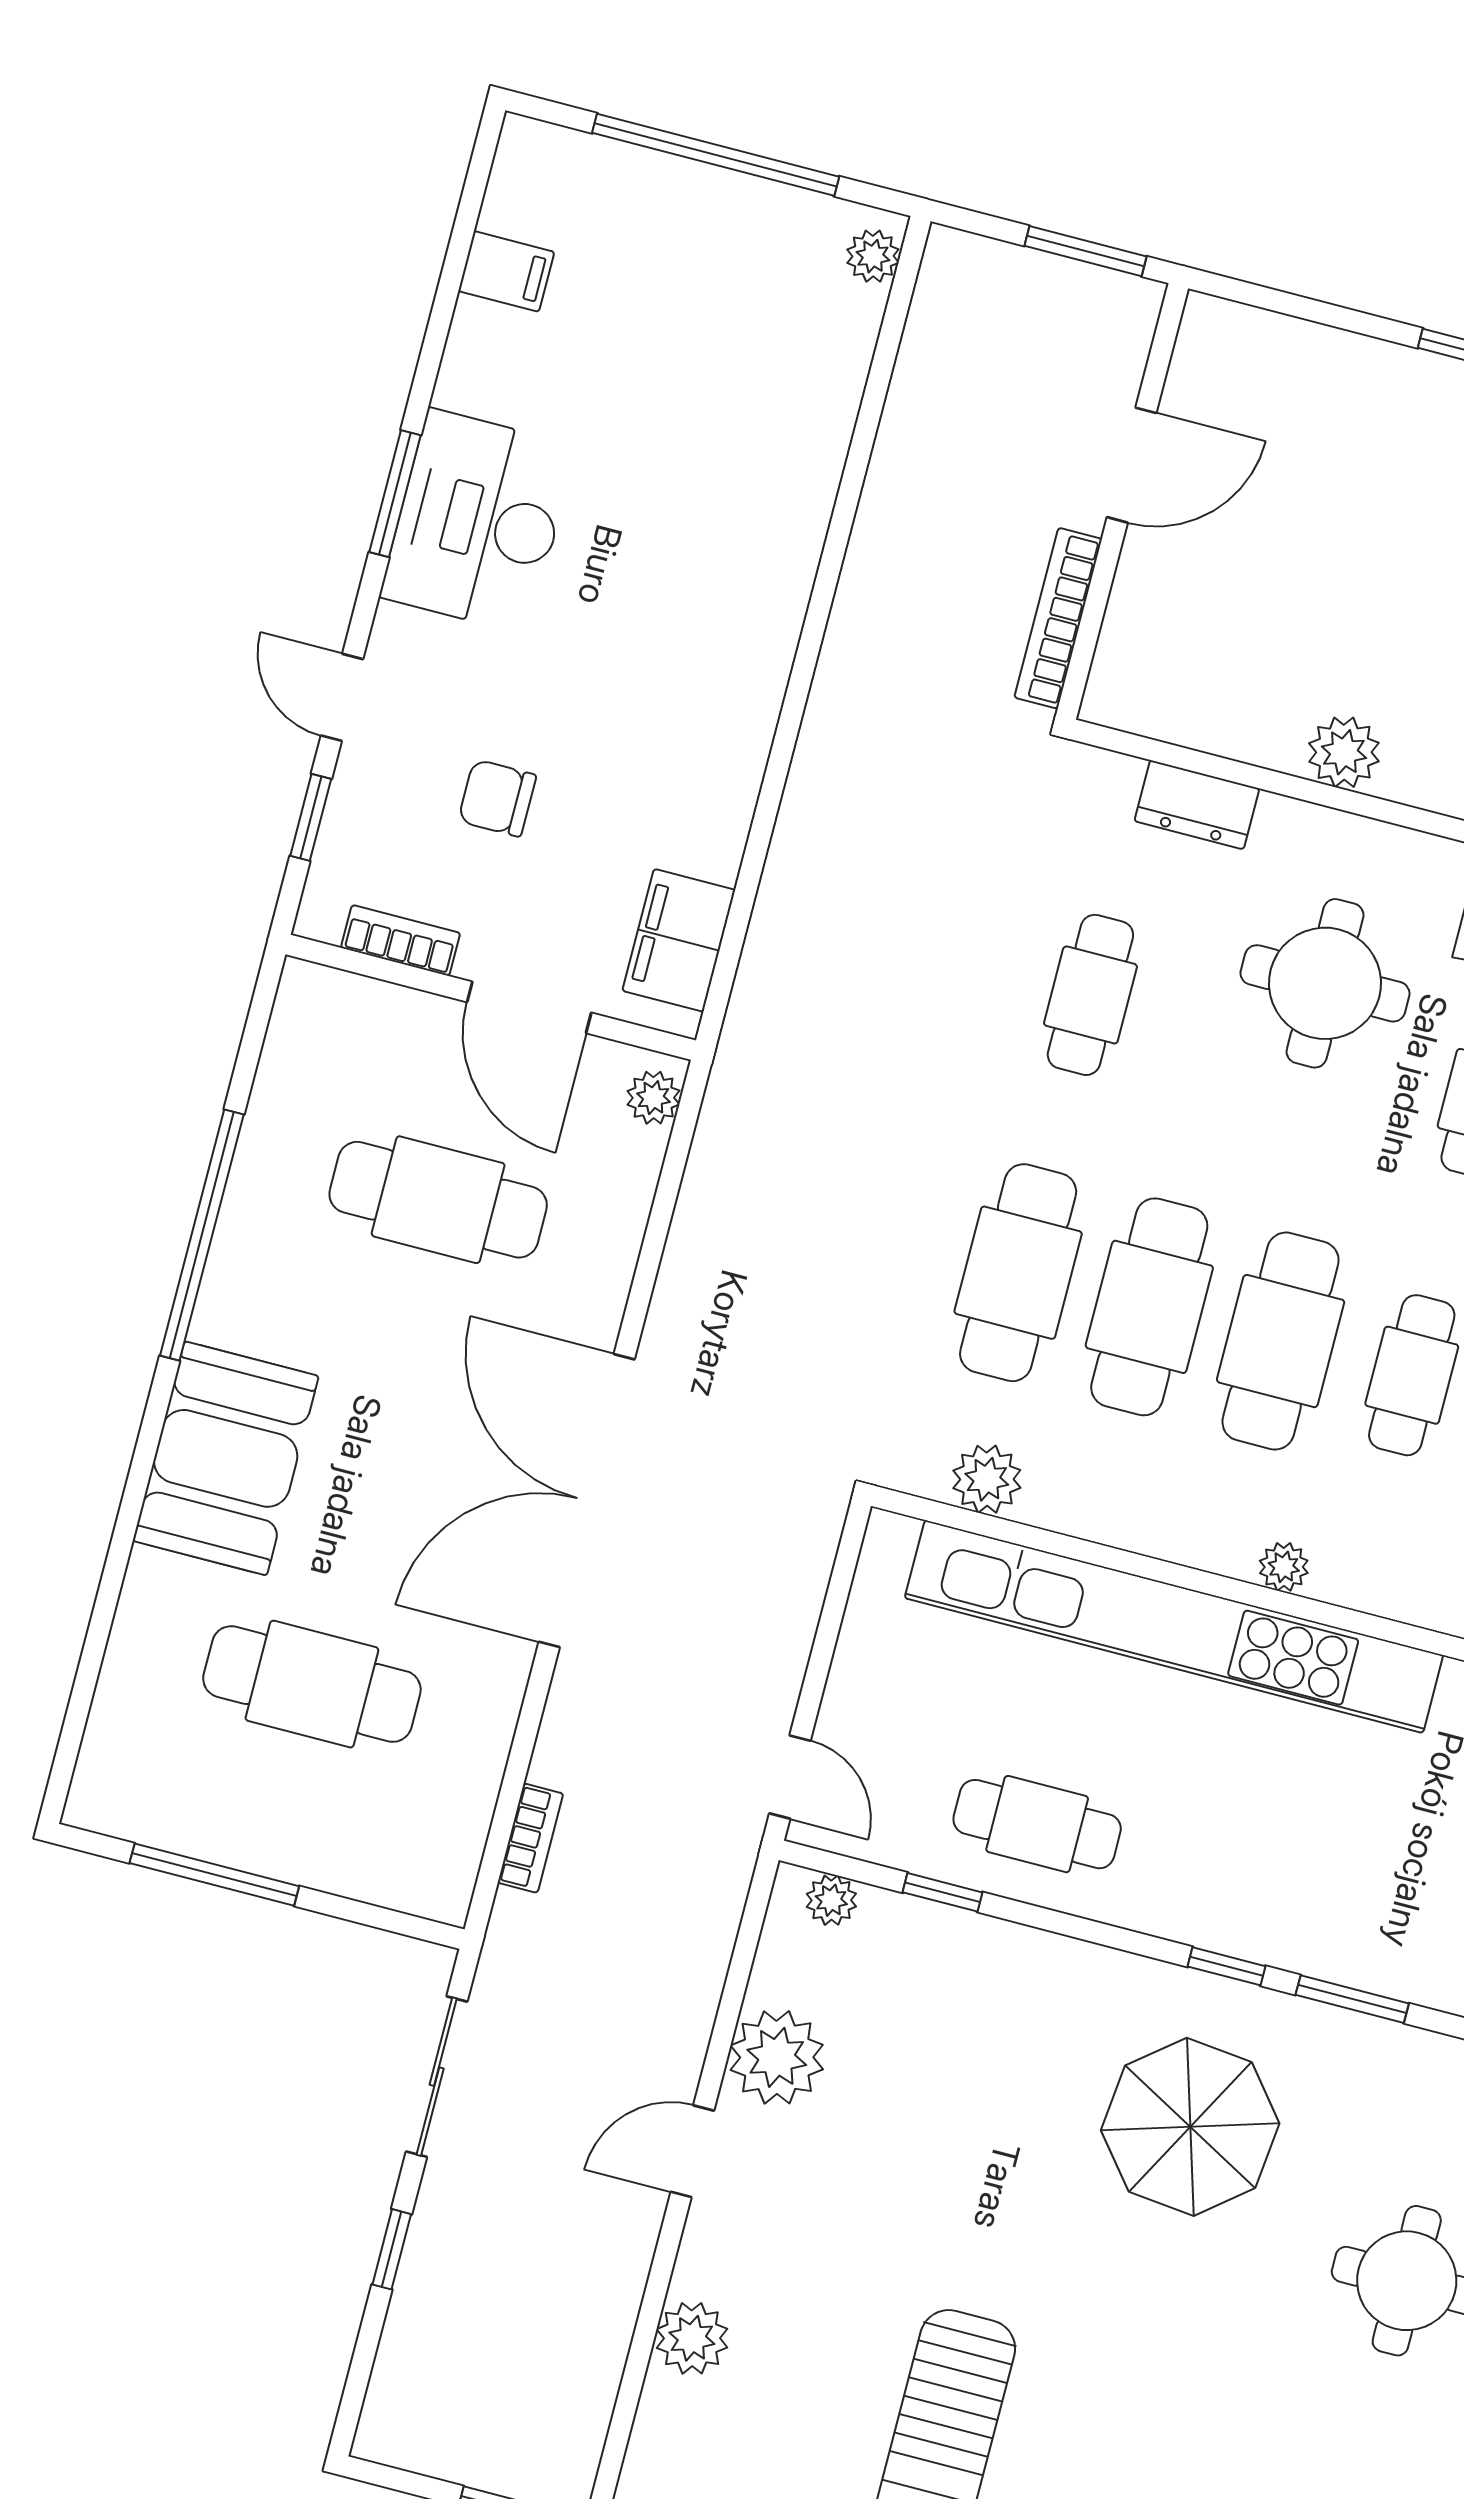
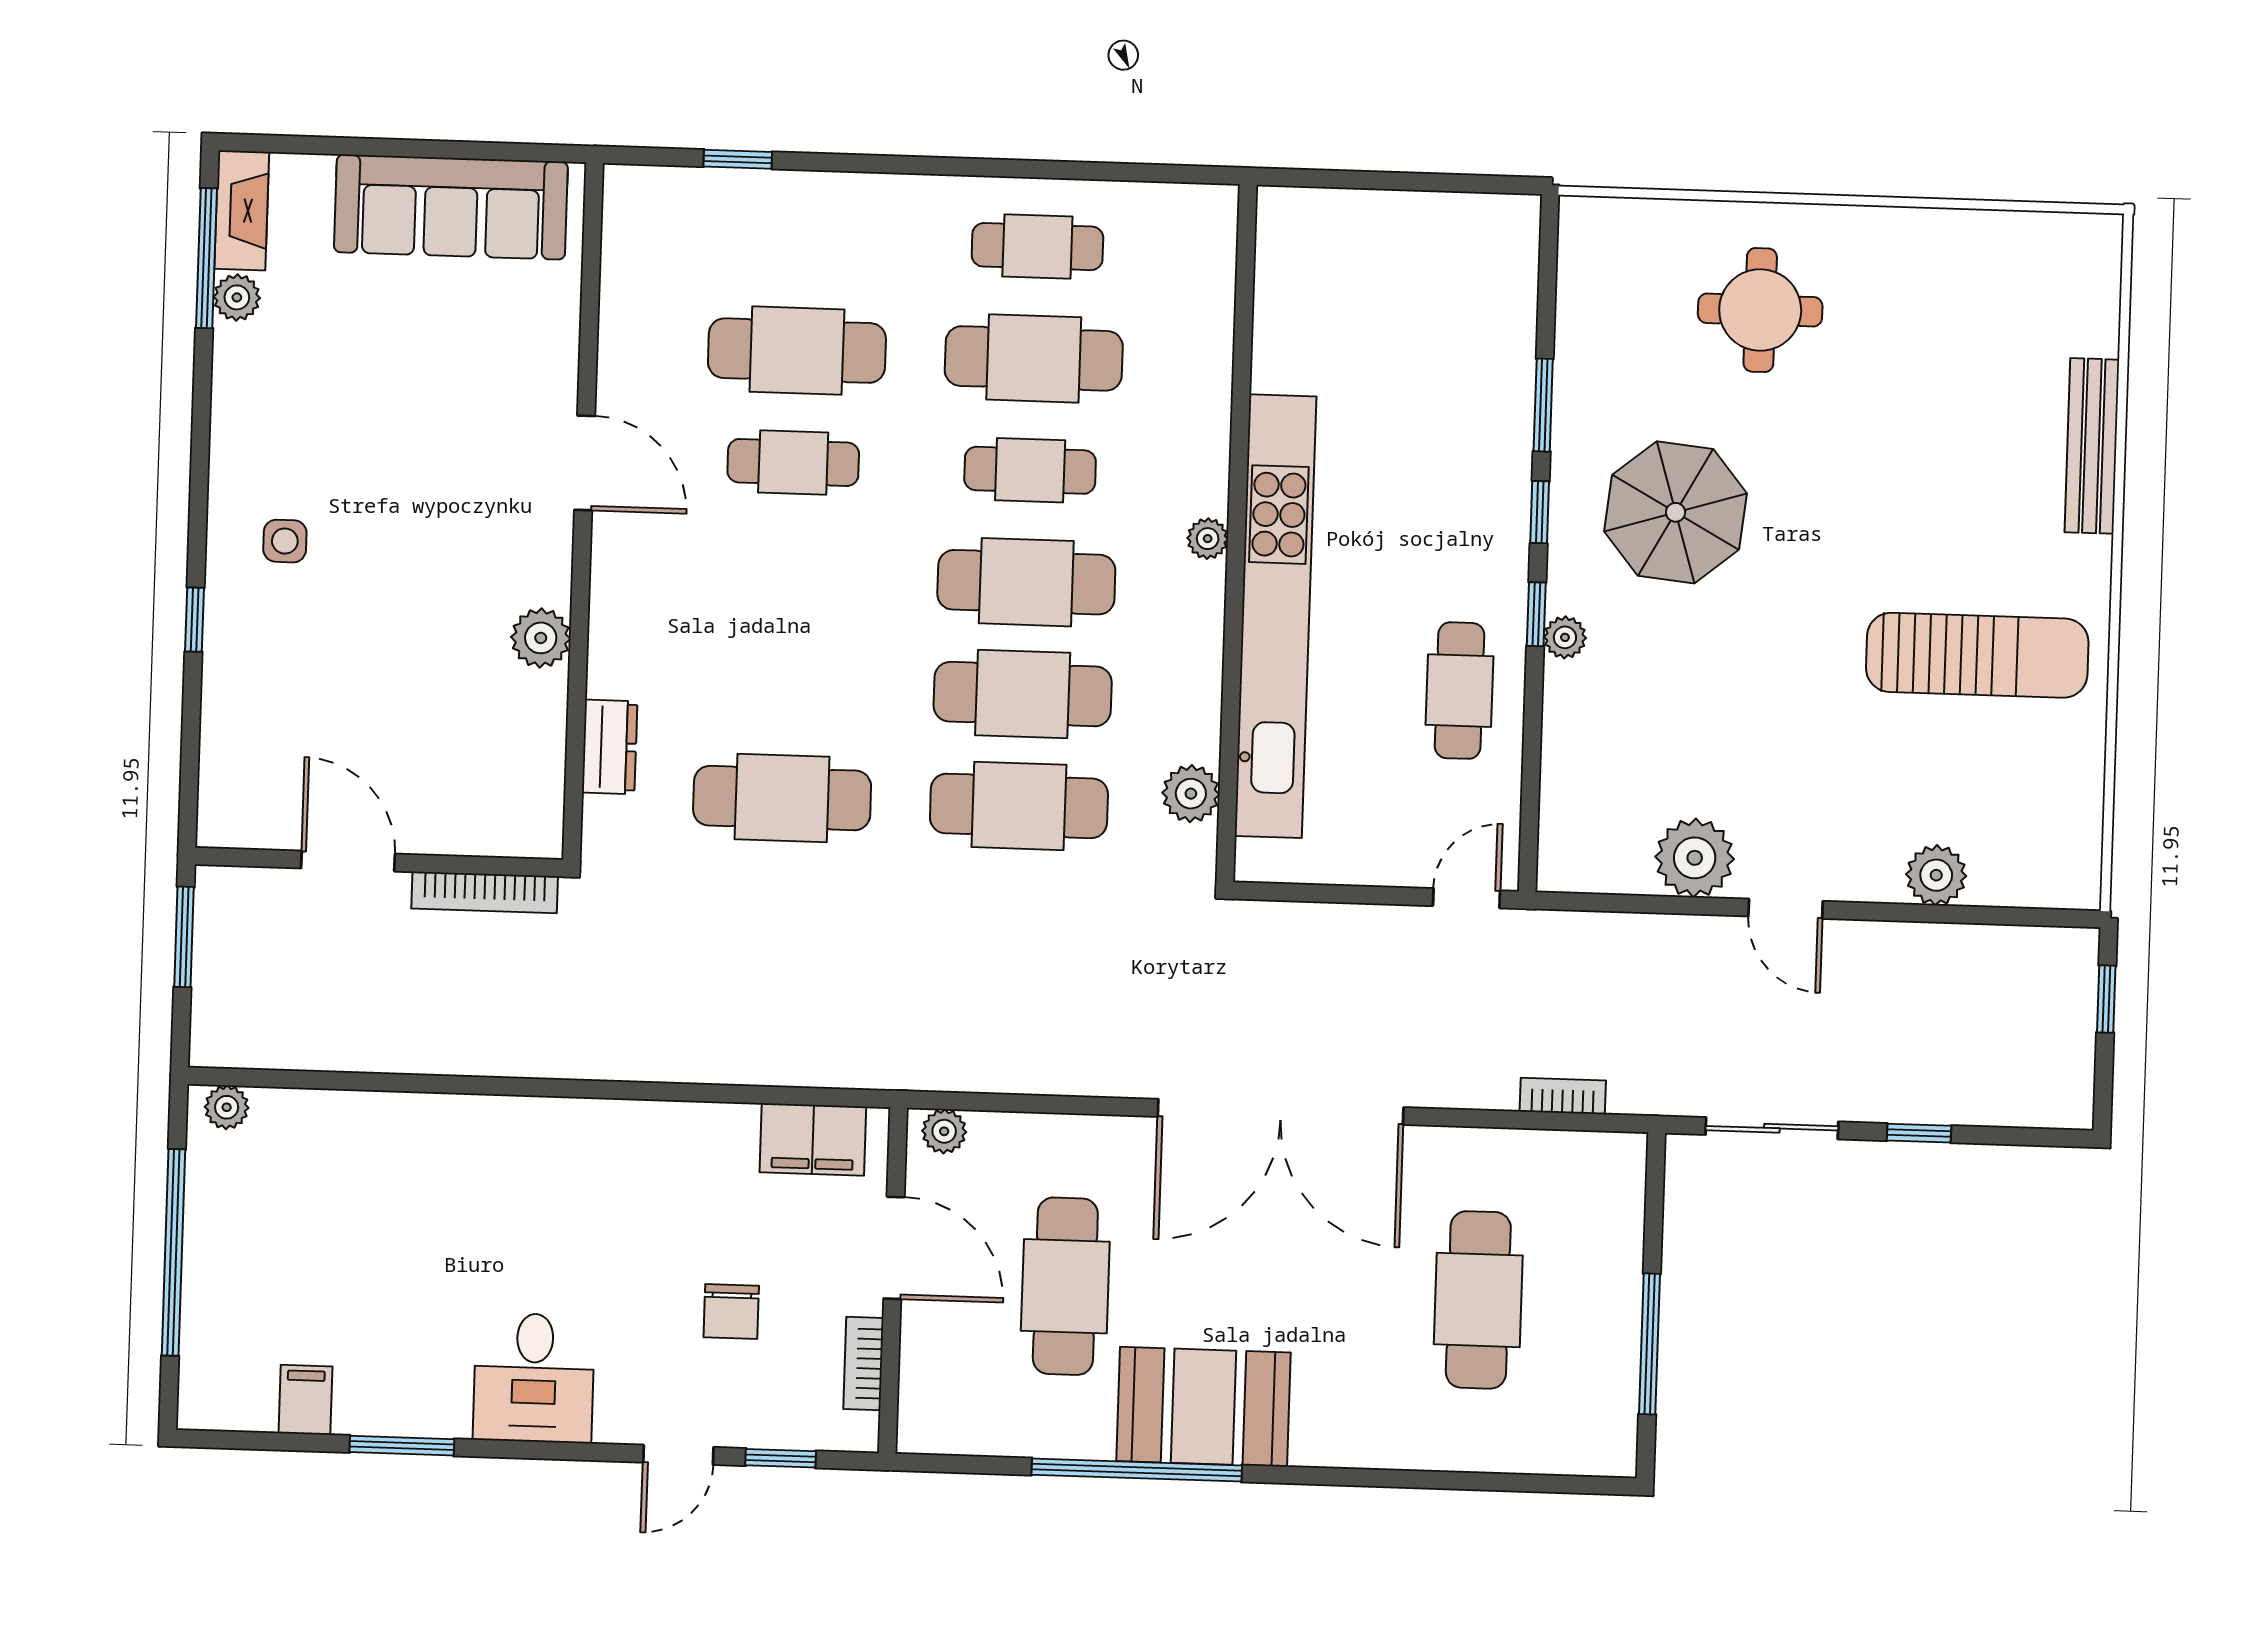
window: (395, 494) -> (402, 1446), moved
desk: (478, 521) -> (534, 1378), width x0.73
round table: (1325, 983) -> (730, 611), removed
cafe table: (1090, 995) -> (782, 798), width x1.37, depth x1.35
door: (529, 1007) -> (894, 1248), hinge flipped
booth: (226, 1458) -> (1203, 1407), moved
window: (943, 1892) -> (1536, 614), moved
plant: (831, 1900) -> (1565, 637), moved

